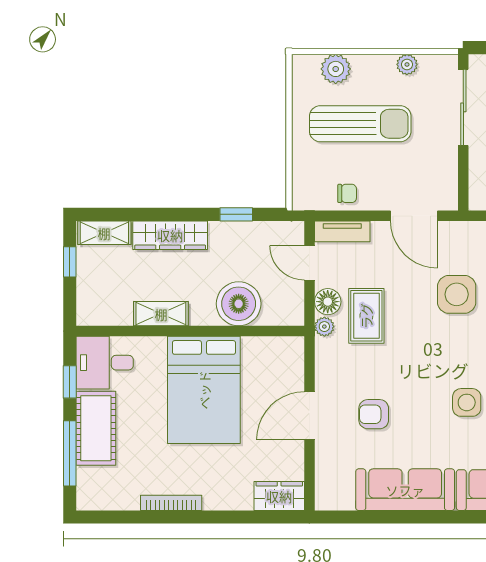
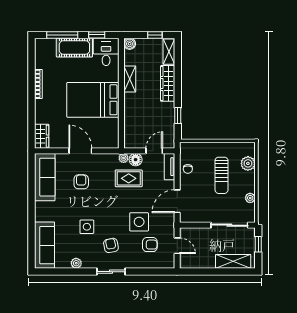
sun lounger: (360, 124) -> (222, 175), width x0.73, depth x0.75
boiler: (239, 304) -> (130, 44), moved, width x0.54, depth x0.54
sofa: (405, 490) -> (45, 177), moved

